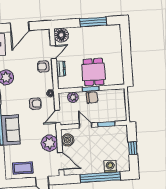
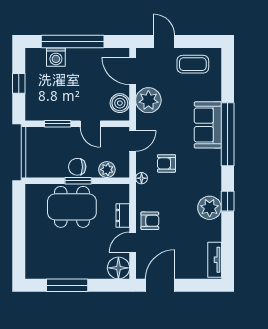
door: (20, 27) -> (160, 285), moved
dining table: (94, 72) -> (72, 207), width x1.38

